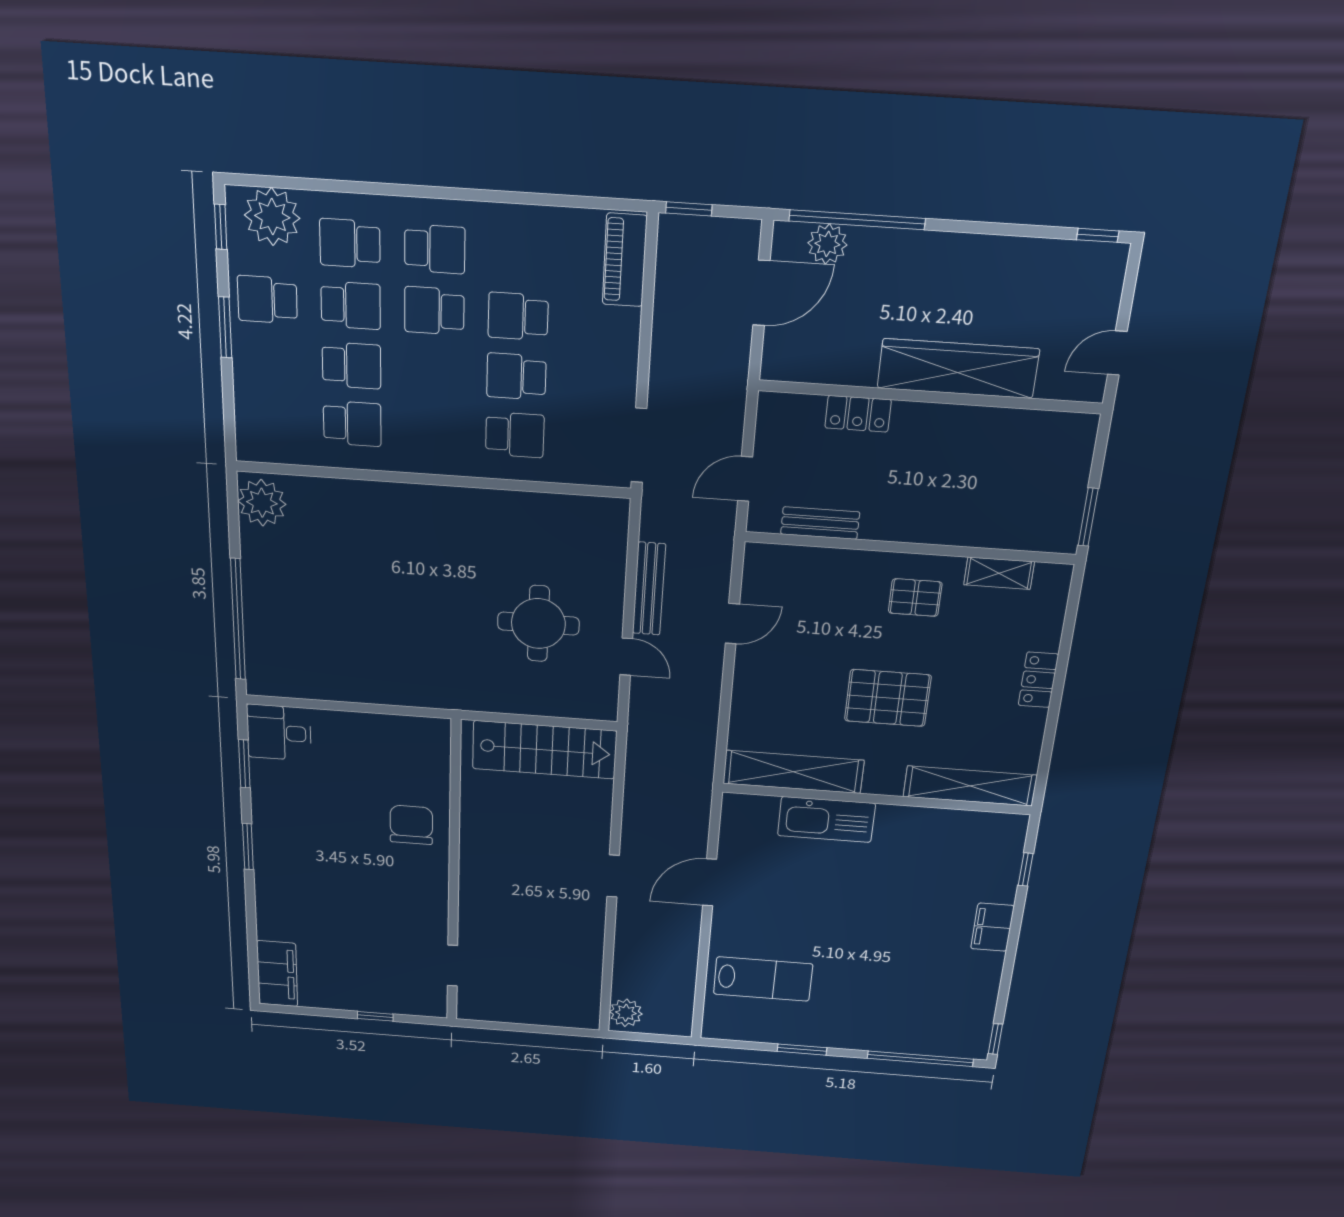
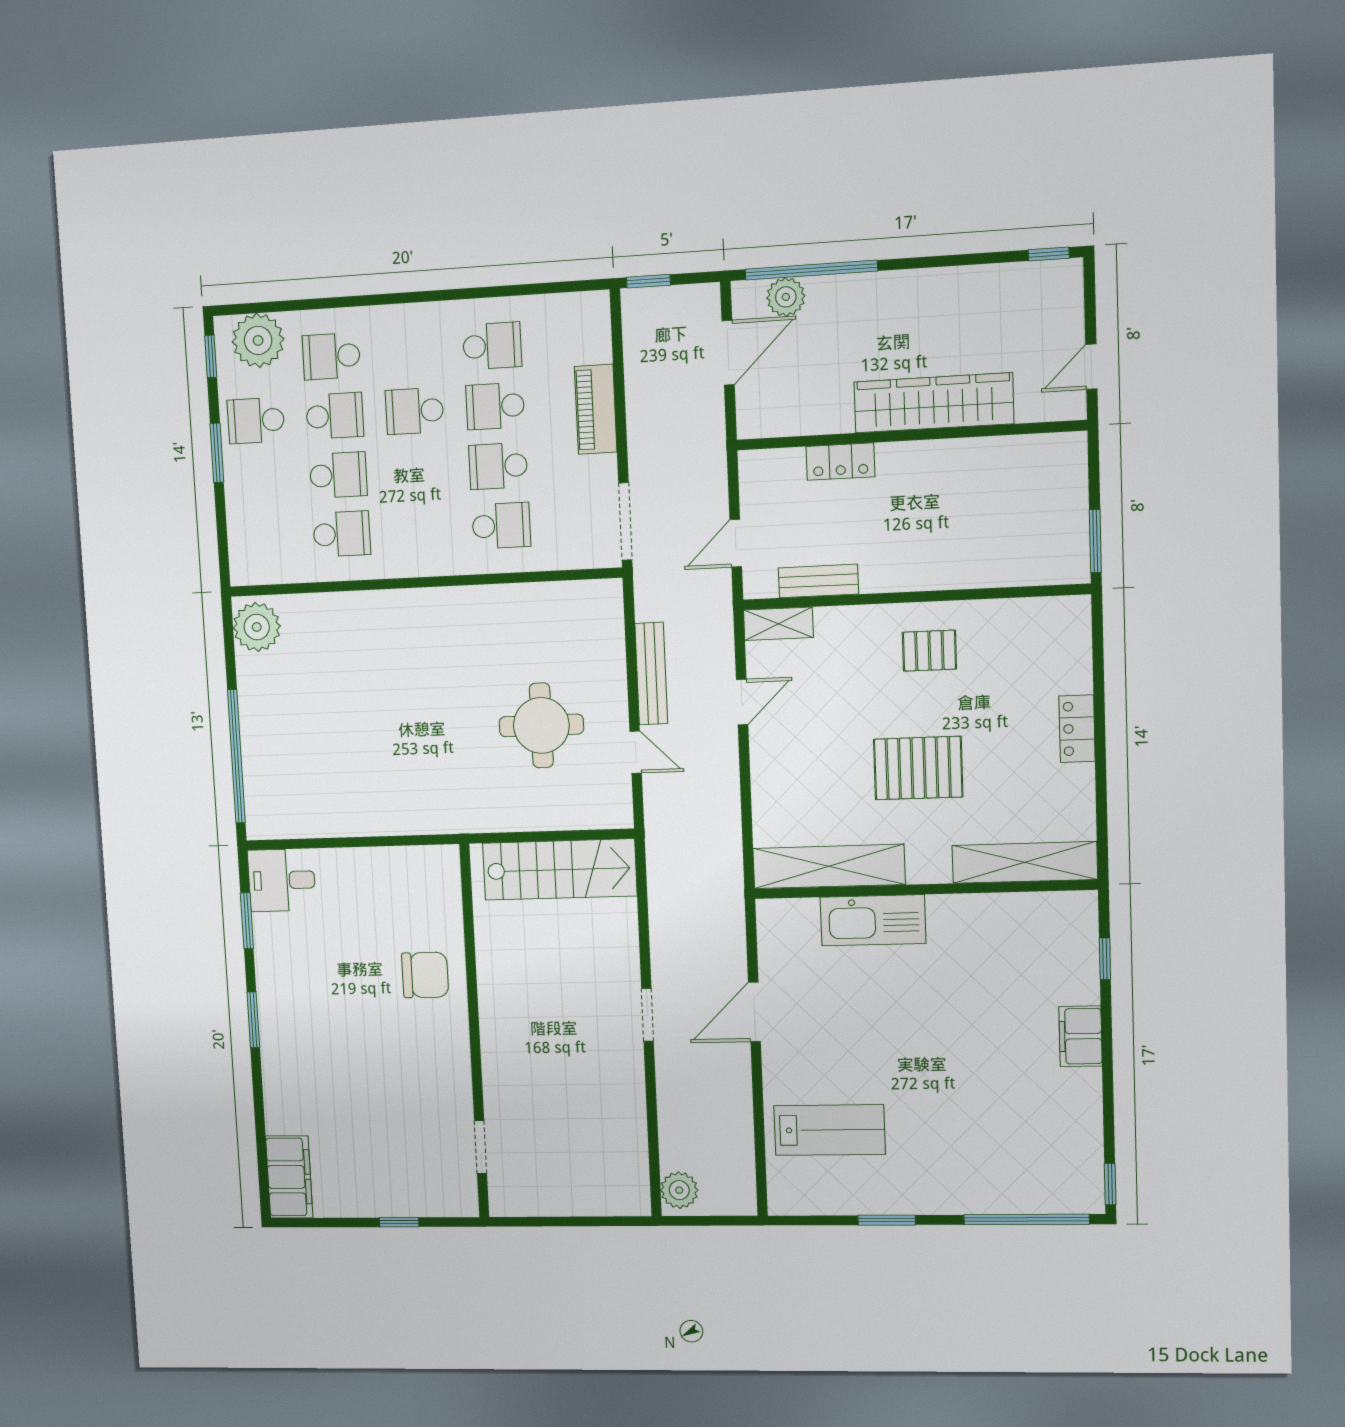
school desk: (435, 249) -> (492, 346), moved
piano: (625, 260) -> (596, 409), moved
shelving: (999, 573) -> (778, 624), moved
chair: (411, 825) -> (425, 975), turned 90

